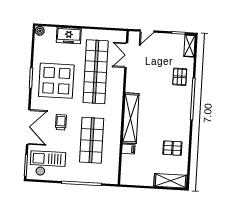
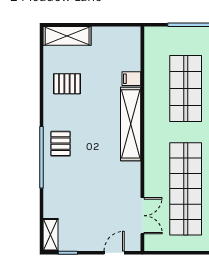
pallet: (180, 77) -> (61, 144), moved

